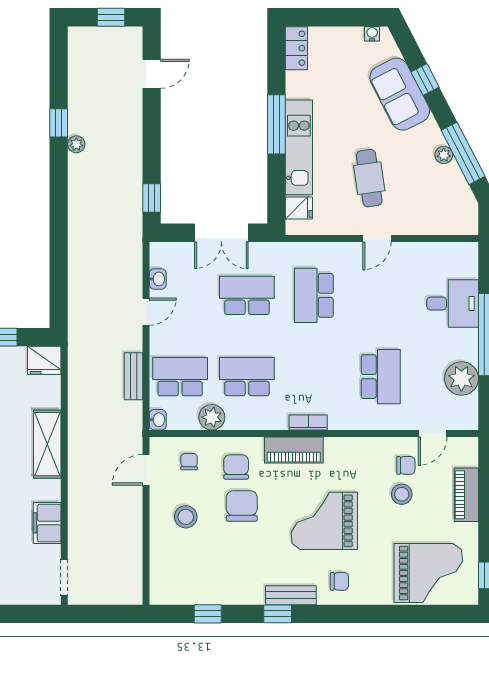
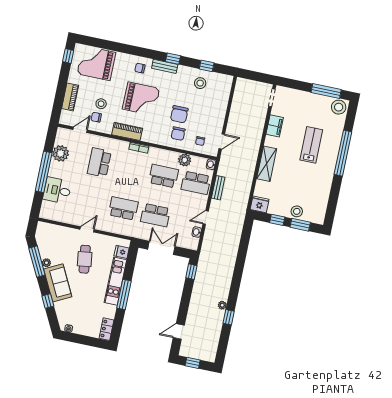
sofa: (400, 94) -> (58, 283), moved
school desk: (314, 295) -> (123, 208), turned -90
school desk: (247, 377) -> (164, 176), turned 180
piano: (294, 450) -> (127, 131), moved
stool: (186, 517) -> (200, 83), moved

